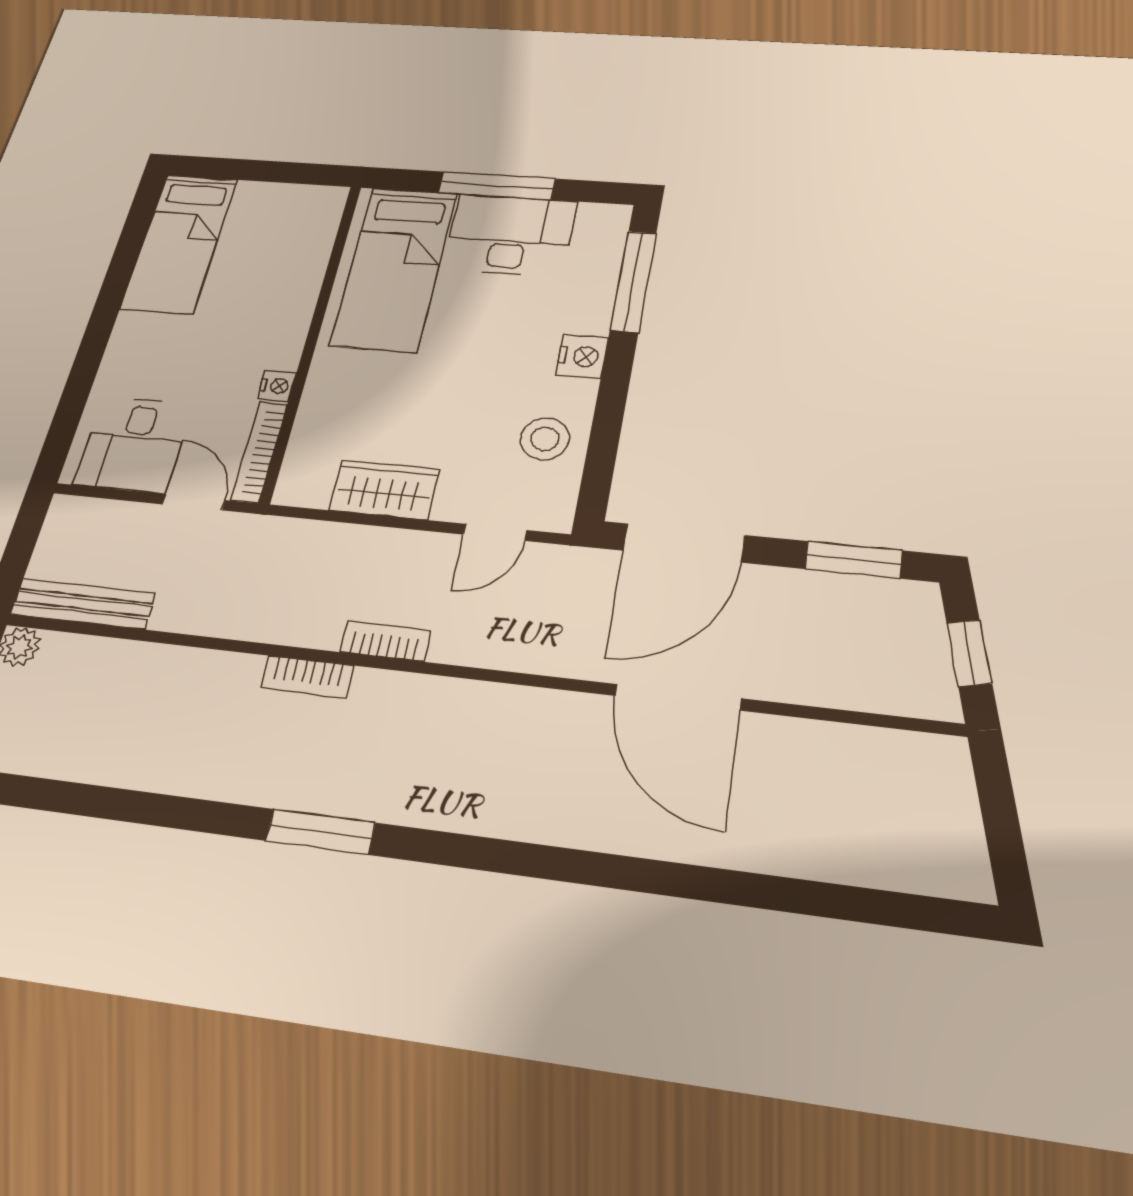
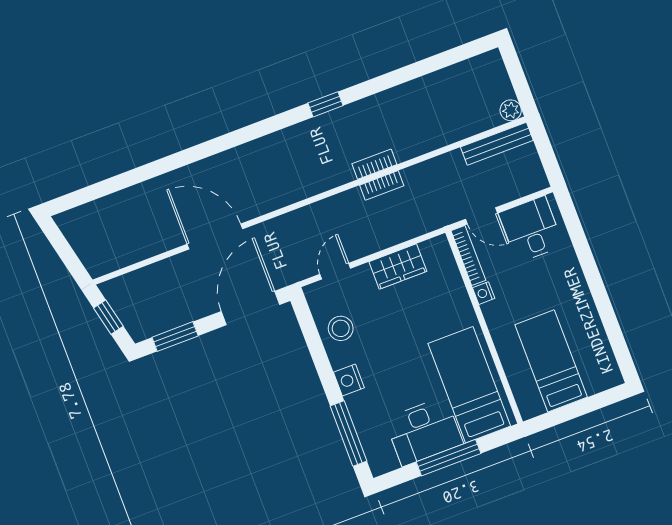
bed: (180, 243) -> (551, 361), moved
bookcase: (385, 641) -> (382, 185), moved
window: (321, 832) -> (326, 104), width x0.67

